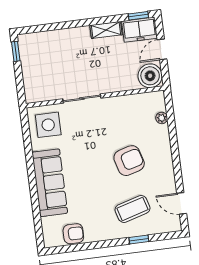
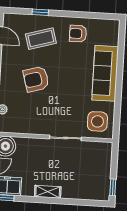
shelving: (106, 30) -> (48, 192), moved
armchair: (73, 234) -> (78, 34), moved

